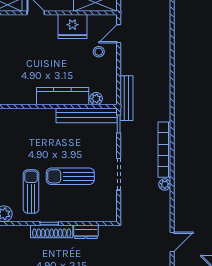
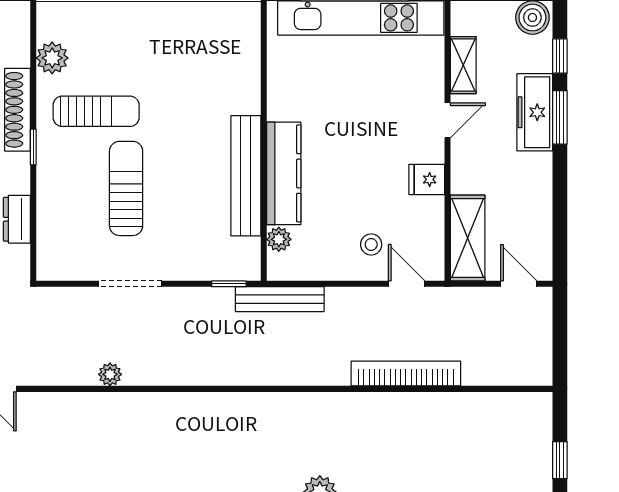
fridge: (72, 27) -> (427, 179), width x0.53, depth x0.75
bench: (87, 115) -> (246, 176), moved
bookcase: (164, 150) -> (406, 374), moved
shoe rack: (52, 231) -> (18, 110), moved

